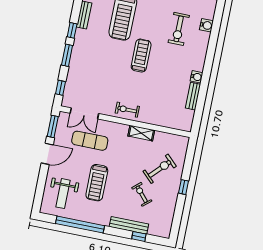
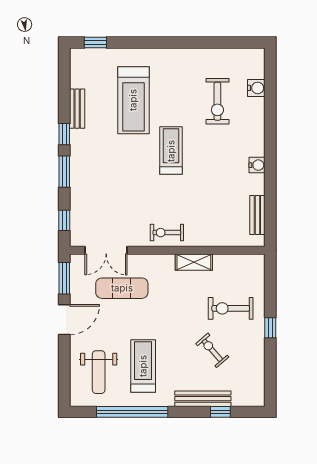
bench: (193, 96) -> (257, 215), moved
exercise bike: (160, 169) -> (231, 308), turned -134
treadmill: (97, 183) -> (143, 366), moved, turned 180

